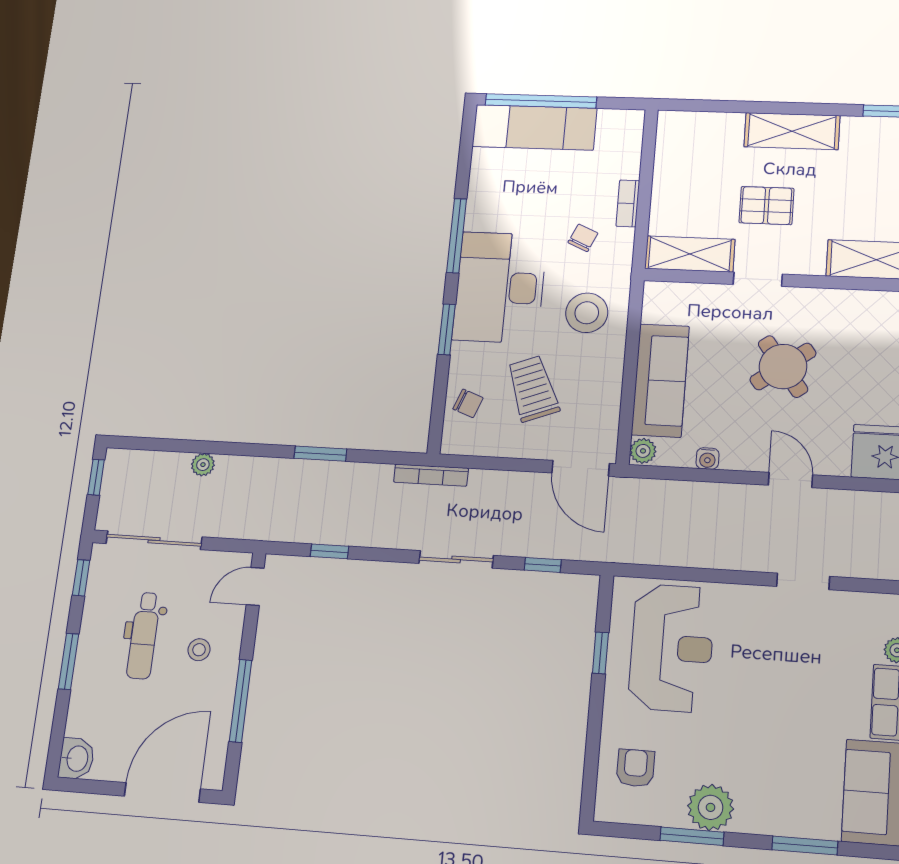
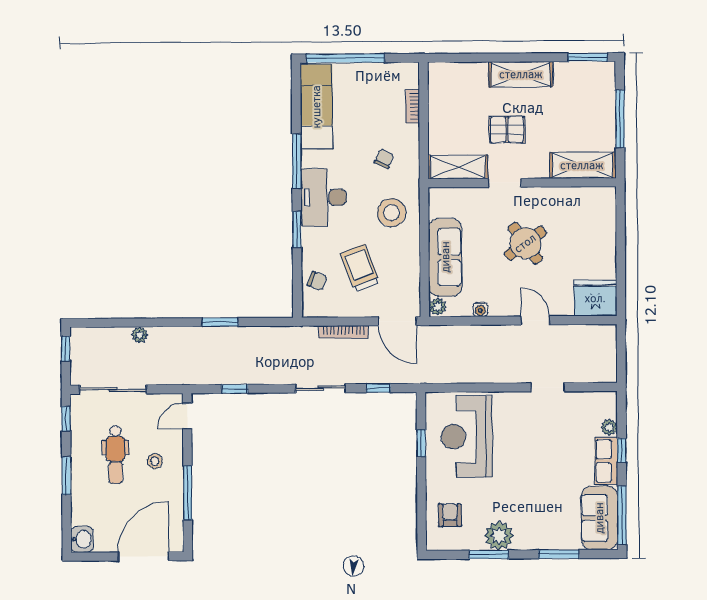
exam couch: (534, 127) -> (316, 107), moved, turned -90
bookcase: (628, 203) -> (413, 106), moved
desk: (500, 287) -> (324, 197), width x0.73, depth x0.77
bookcase: (431, 475) -> (343, 332), moved
reception desk: (672, 648) -> (467, 437), turned 180

